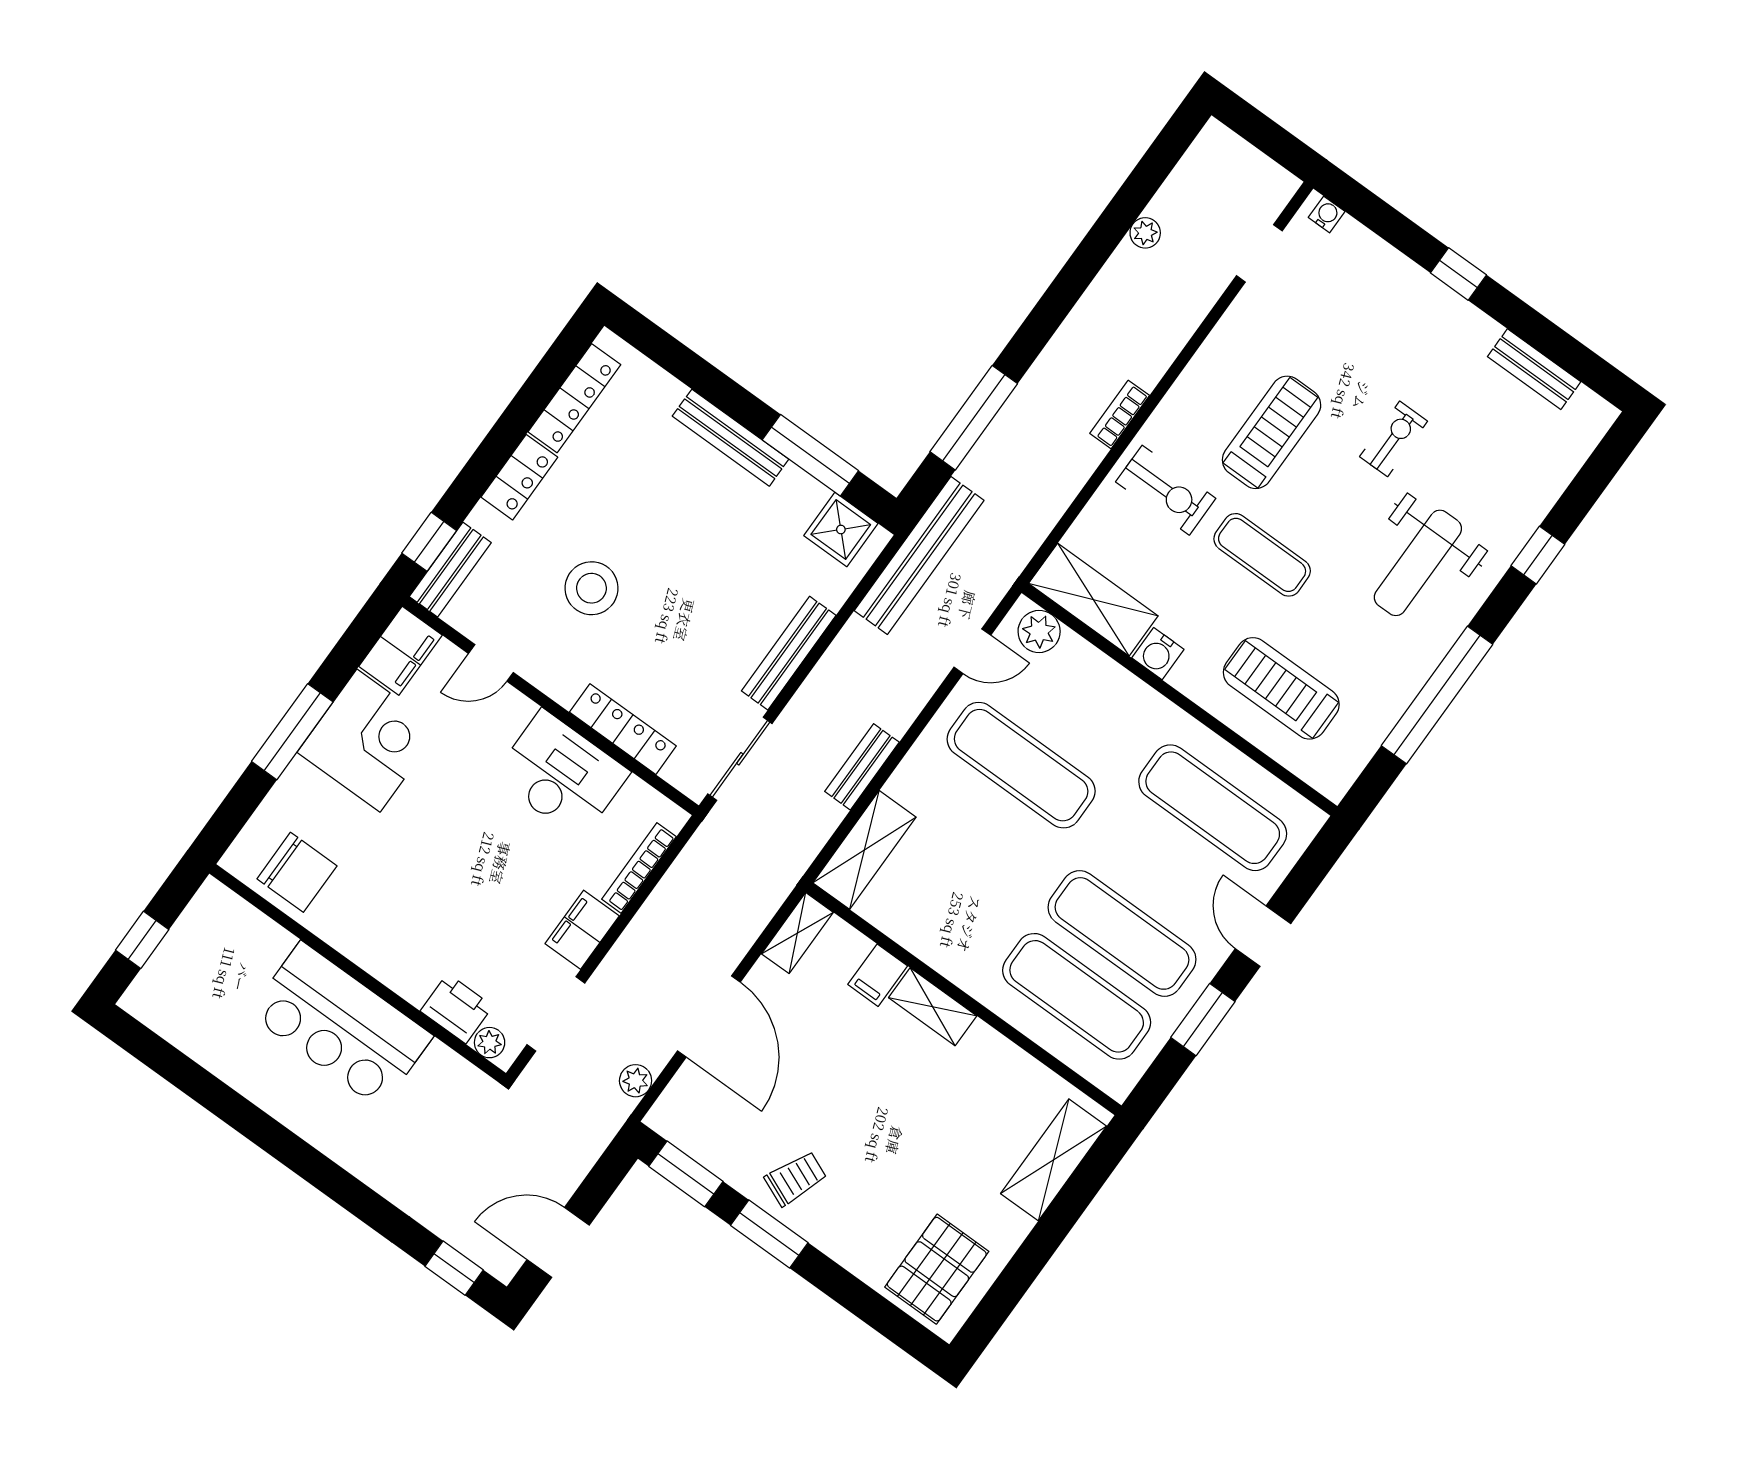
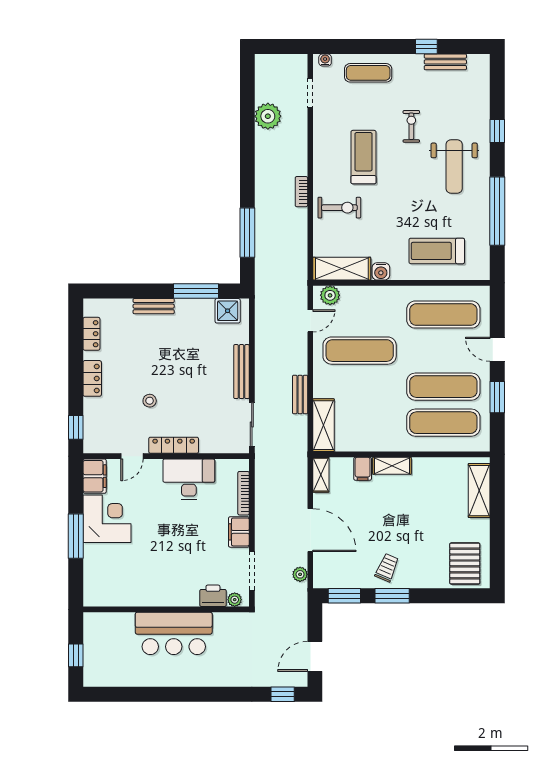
plant: (1145, 233) -> (268, 116), width x1.87, depth x1.87
window: (1458, 274) -> (426, 47), moved
locker: (574, 398) -> (91, 334), width x0.66
bench: (731, 438) -> (154, 306), width x0.73
bench: (919, 555) -> (264, 299), removed
exercise mat: (1262, 555) -> (368, 73), moved
bench: (450, 570) -> (91, 432), removed
stool: (592, 588) -> (150, 401), width x0.53, depth x0.53
locker: (623, 729) -> (174, 445), moved
chair: (297, 872) -> (116, 588), removed

